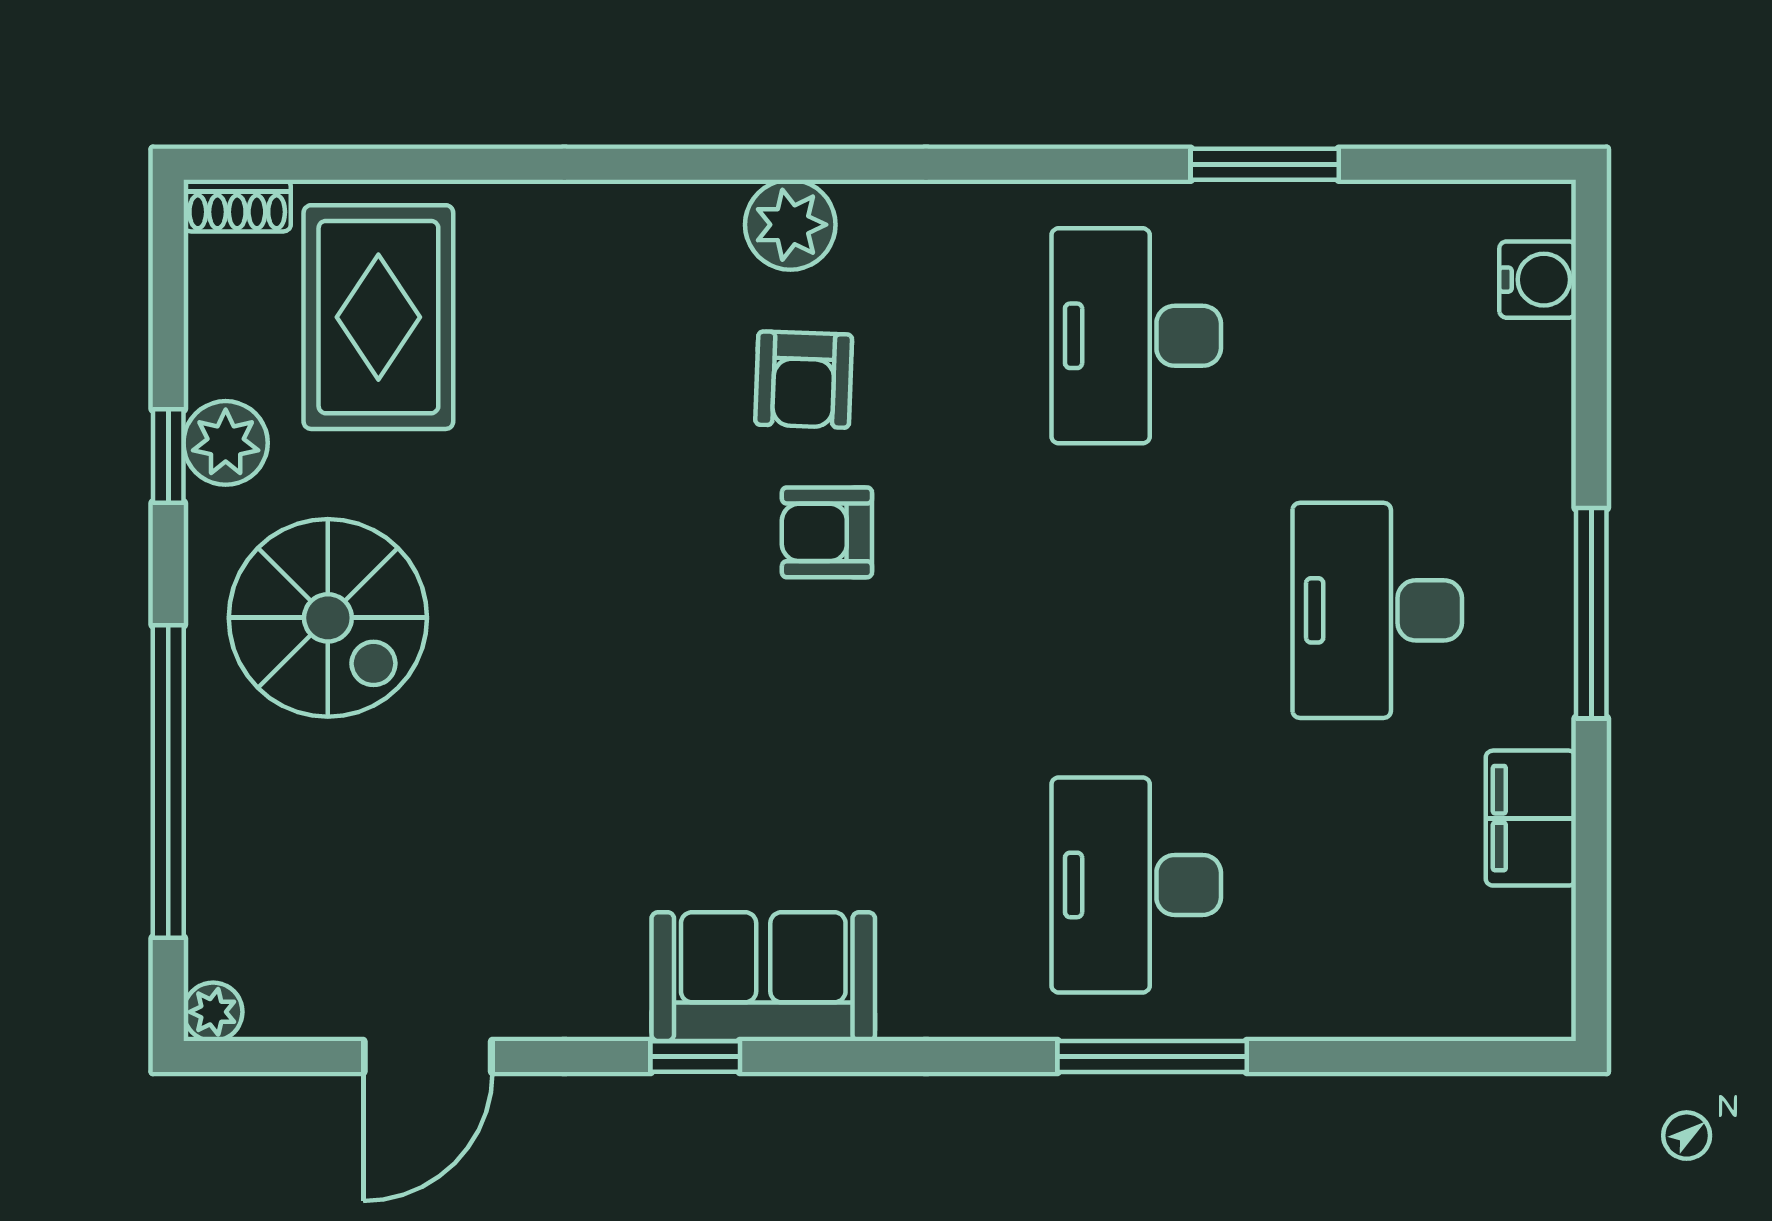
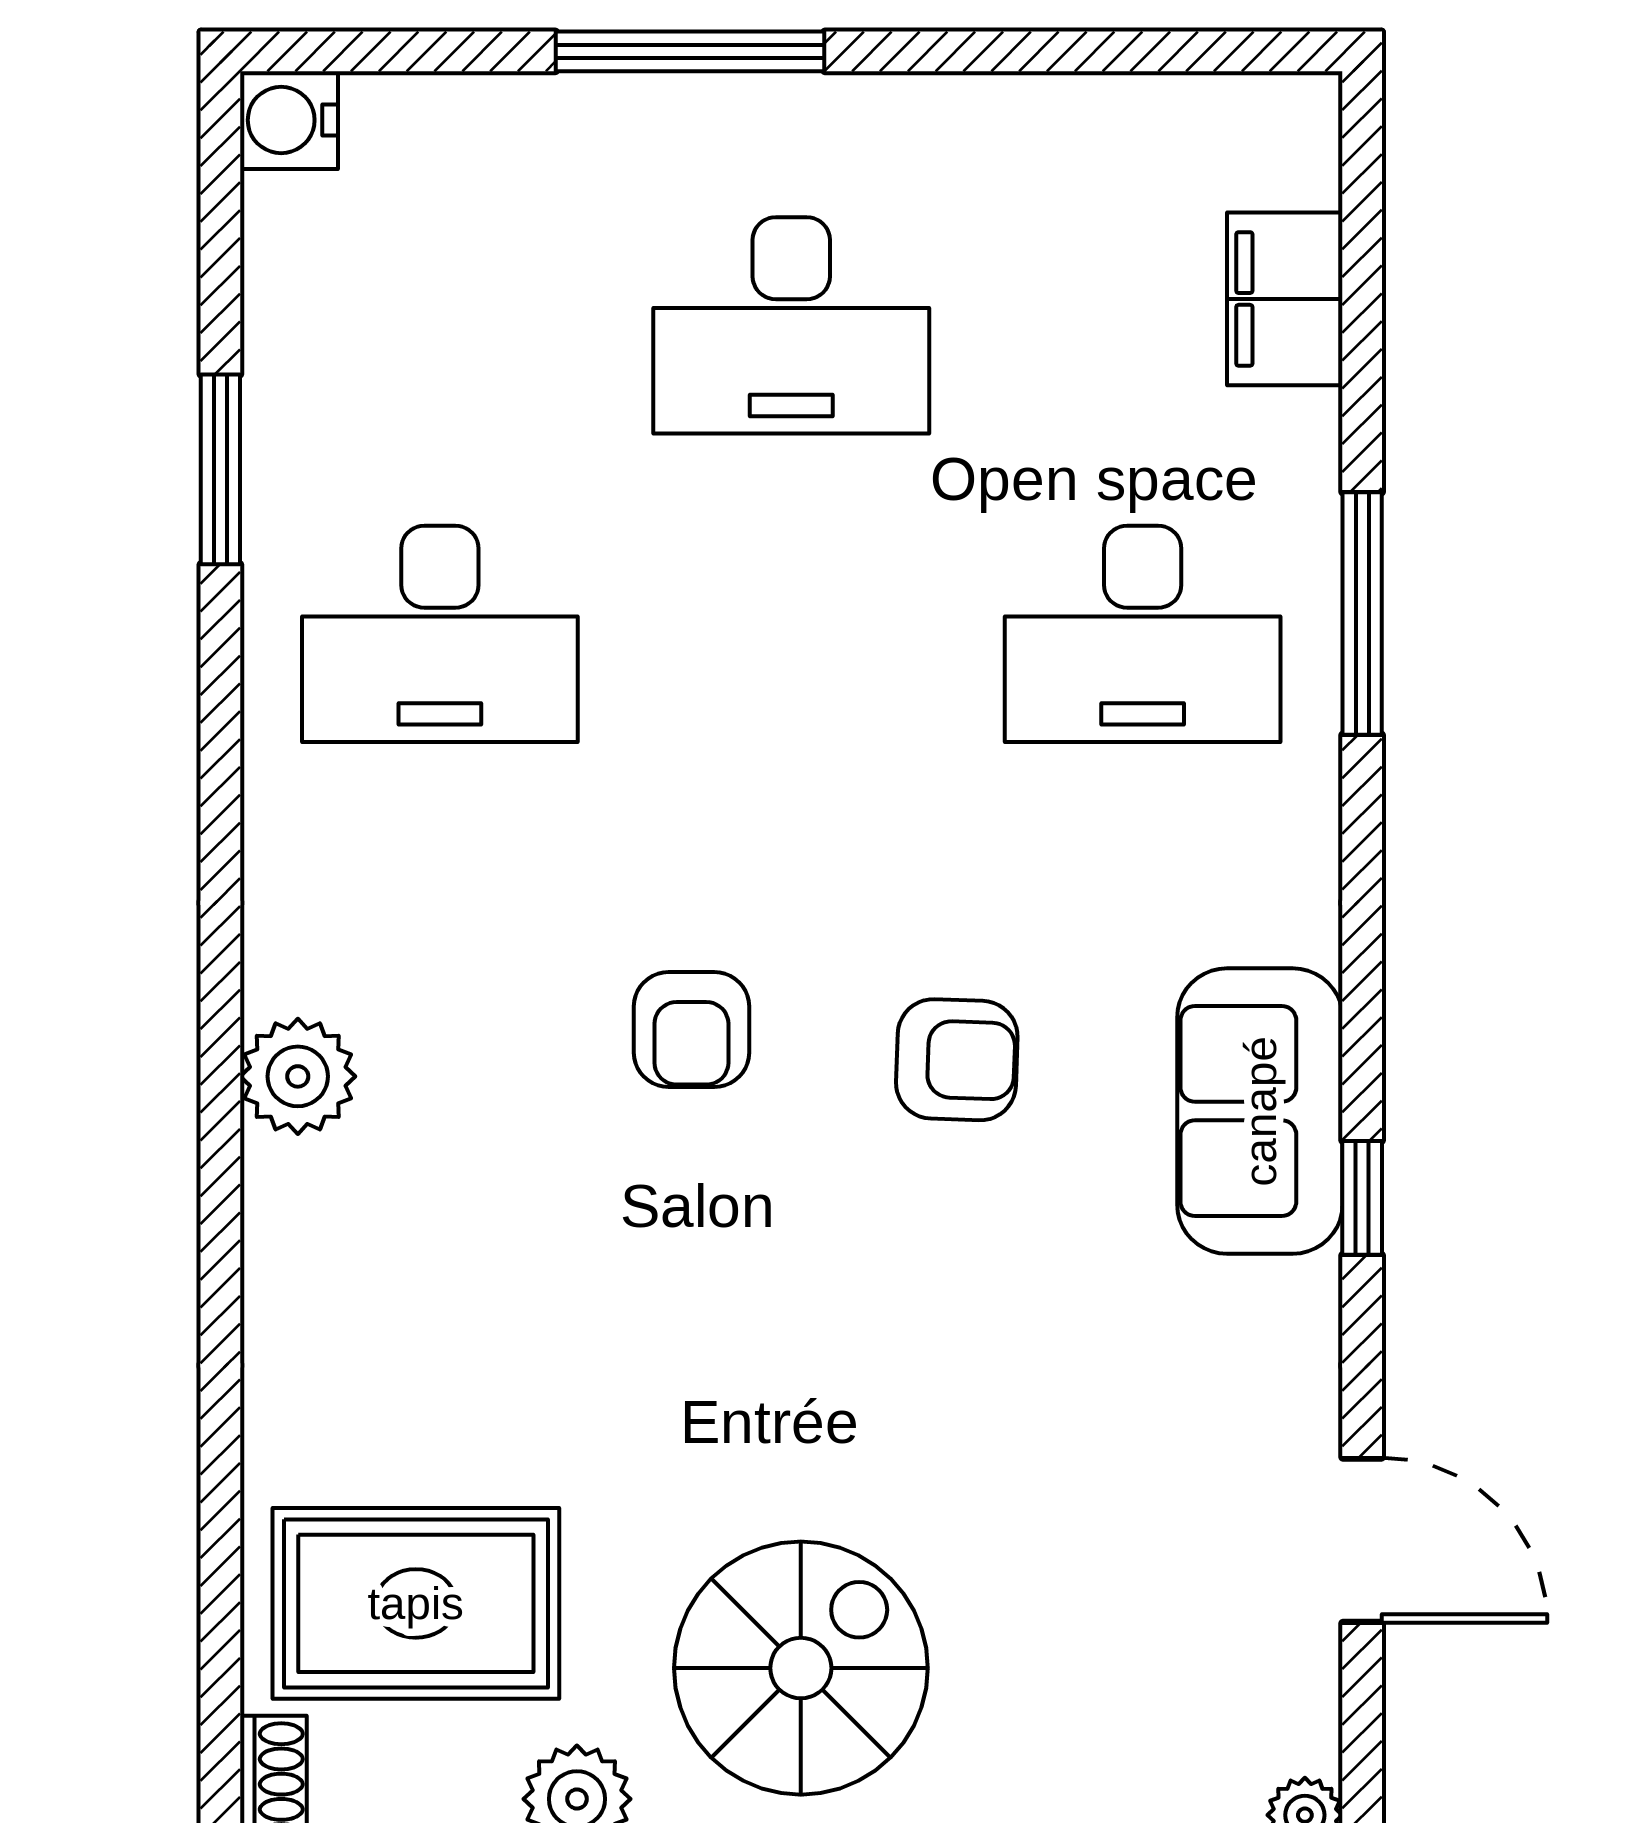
water cooler: (1538, 280) -> (289, 120), moved, turned -90
armchair: (804, 380) -> (957, 1060), moved
window: (1591, 613) -> (690, 51), moved
filing cabinet: (1531, 818) -> (1285, 299), moved, turned 90

